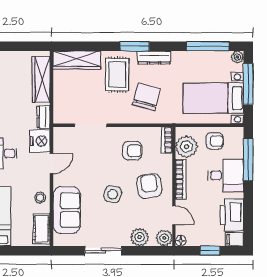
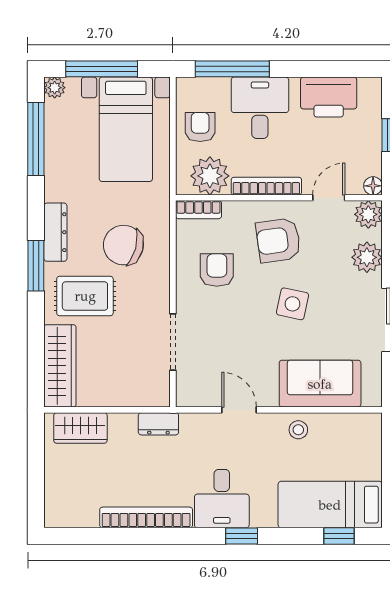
wardrobe: (41, 80) -> (80, 428), width x0.67
nightstand: (40, 141) -> (200, 430), removed
cot: (42, 229) -> (352, 427), removed
filing cabinet: (234, 239) -> (371, 93), removed

